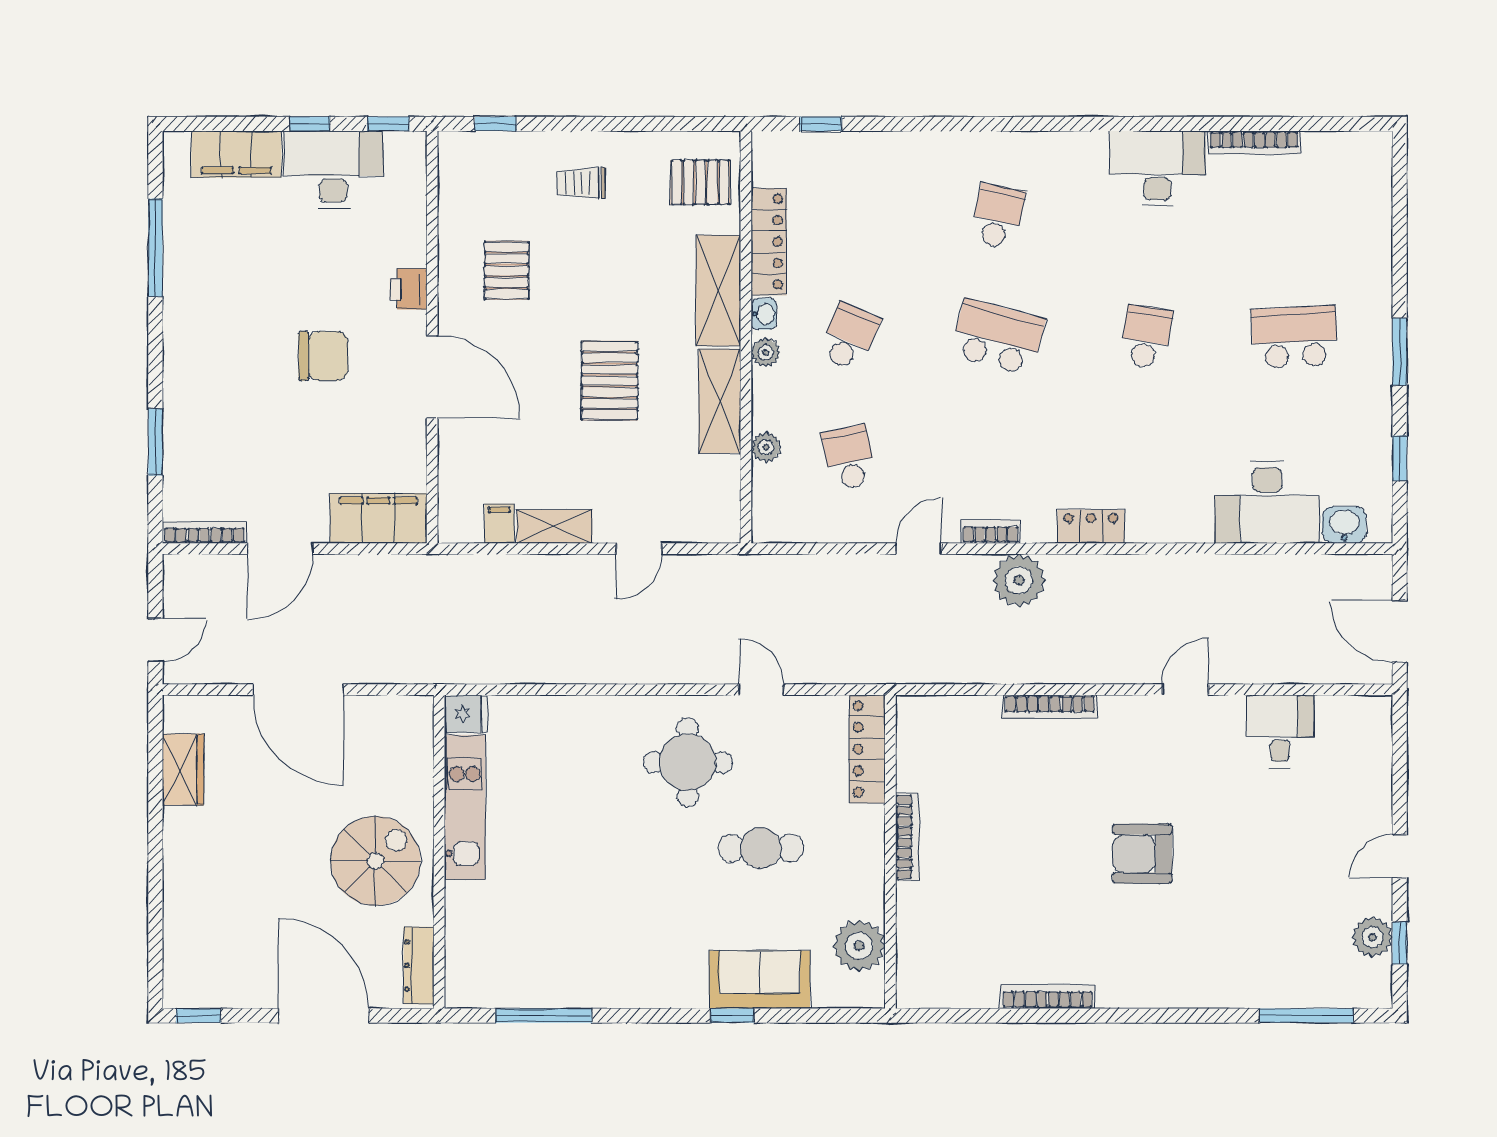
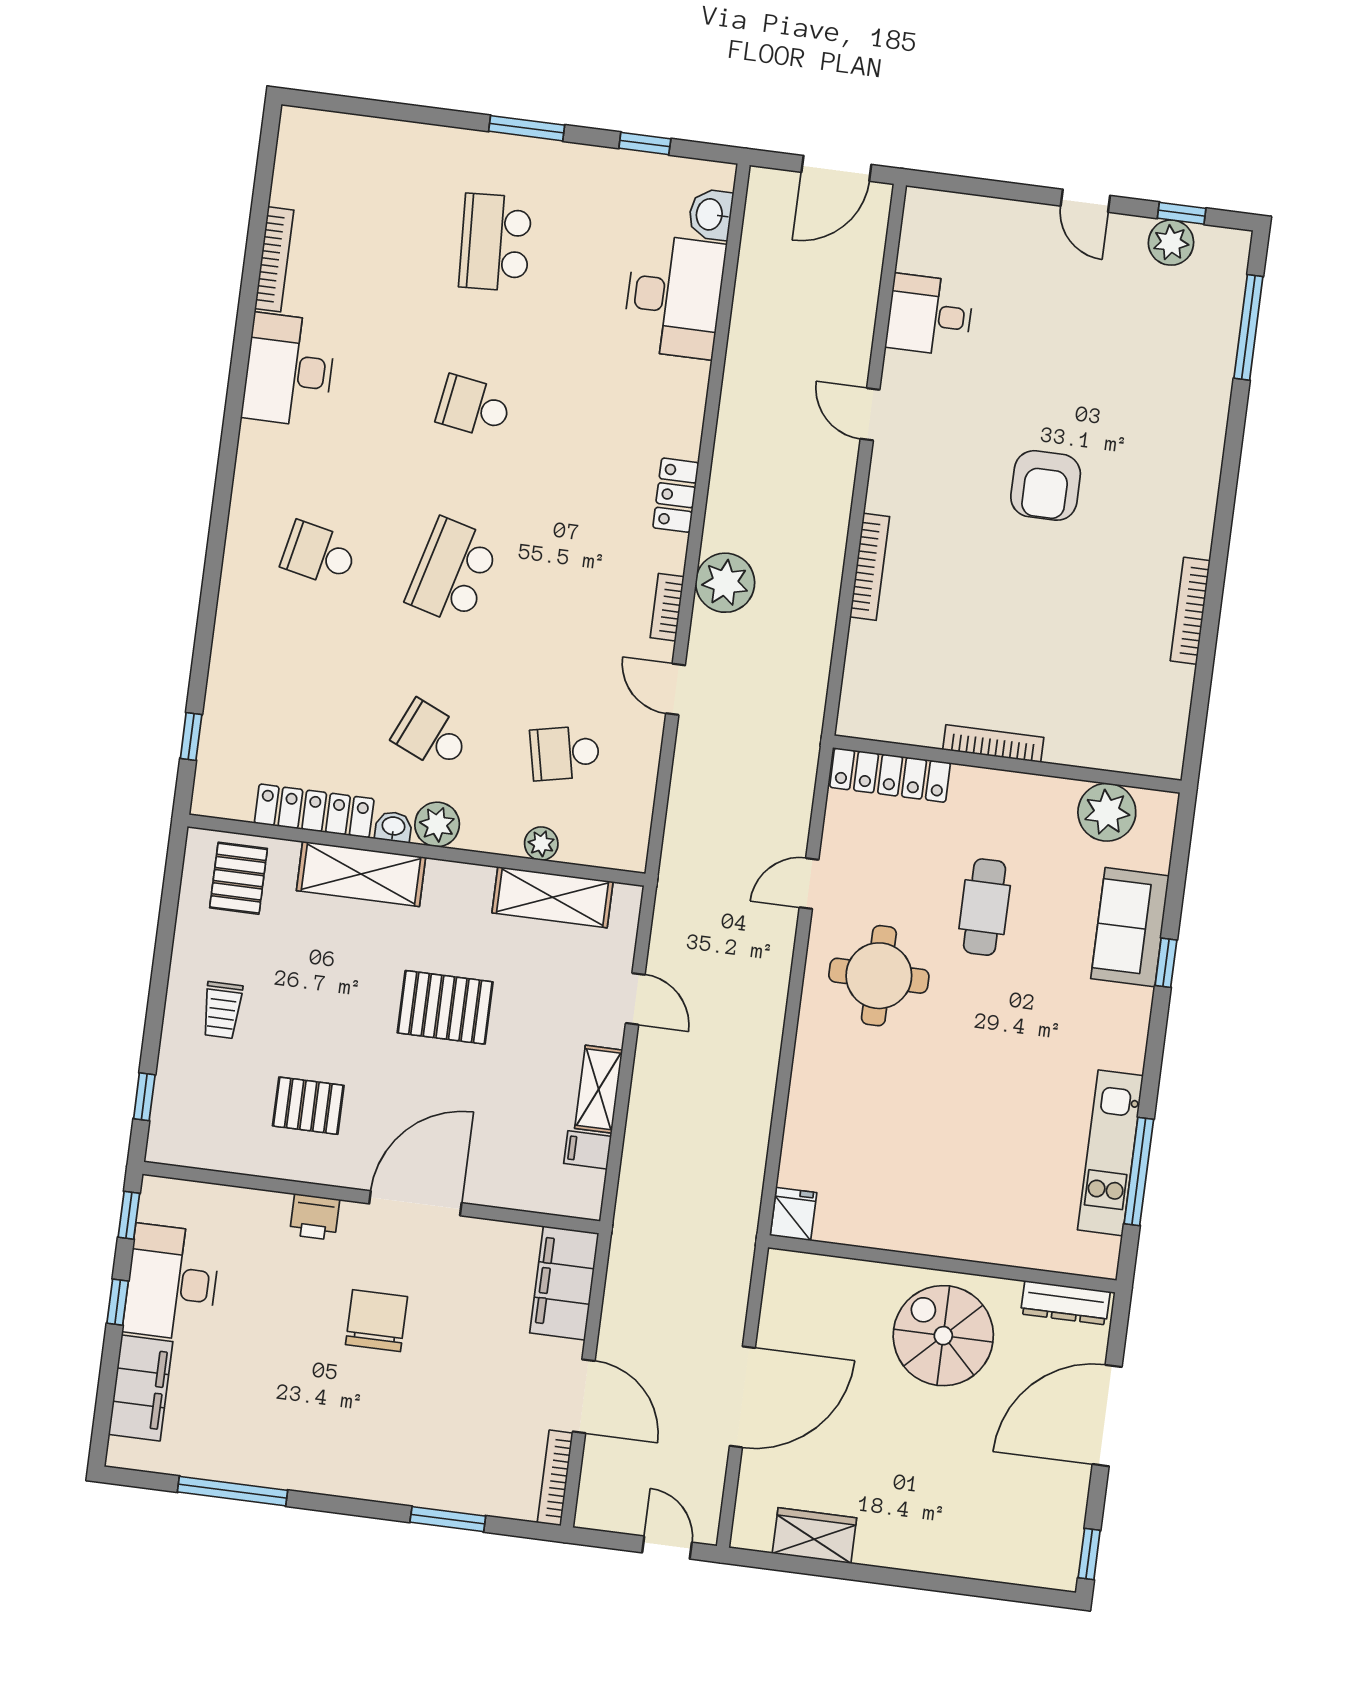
plant: (766, 352) -> (437, 824), width x1.38, depth x1.38
shelving: (720, 401) -> (553, 897), moved
kitchen unit: (465, 807) -> (1110, 1153), moved, turned -90

